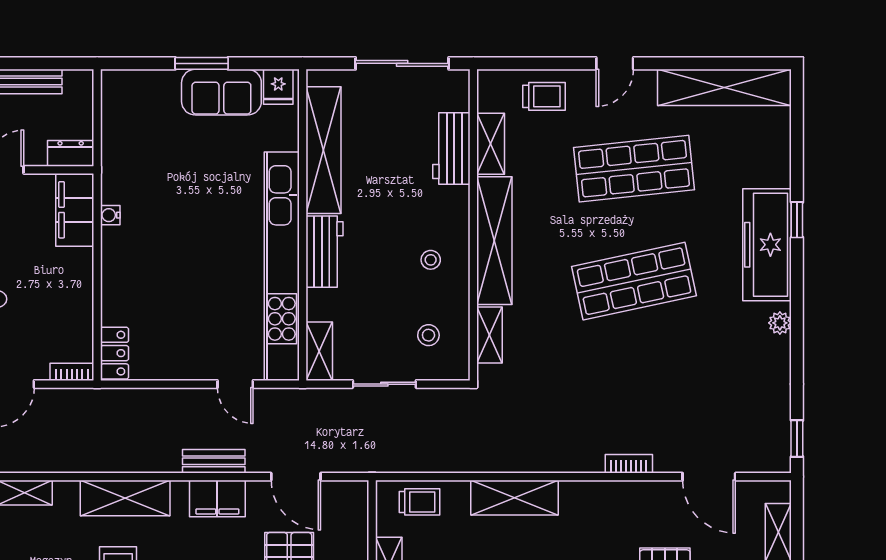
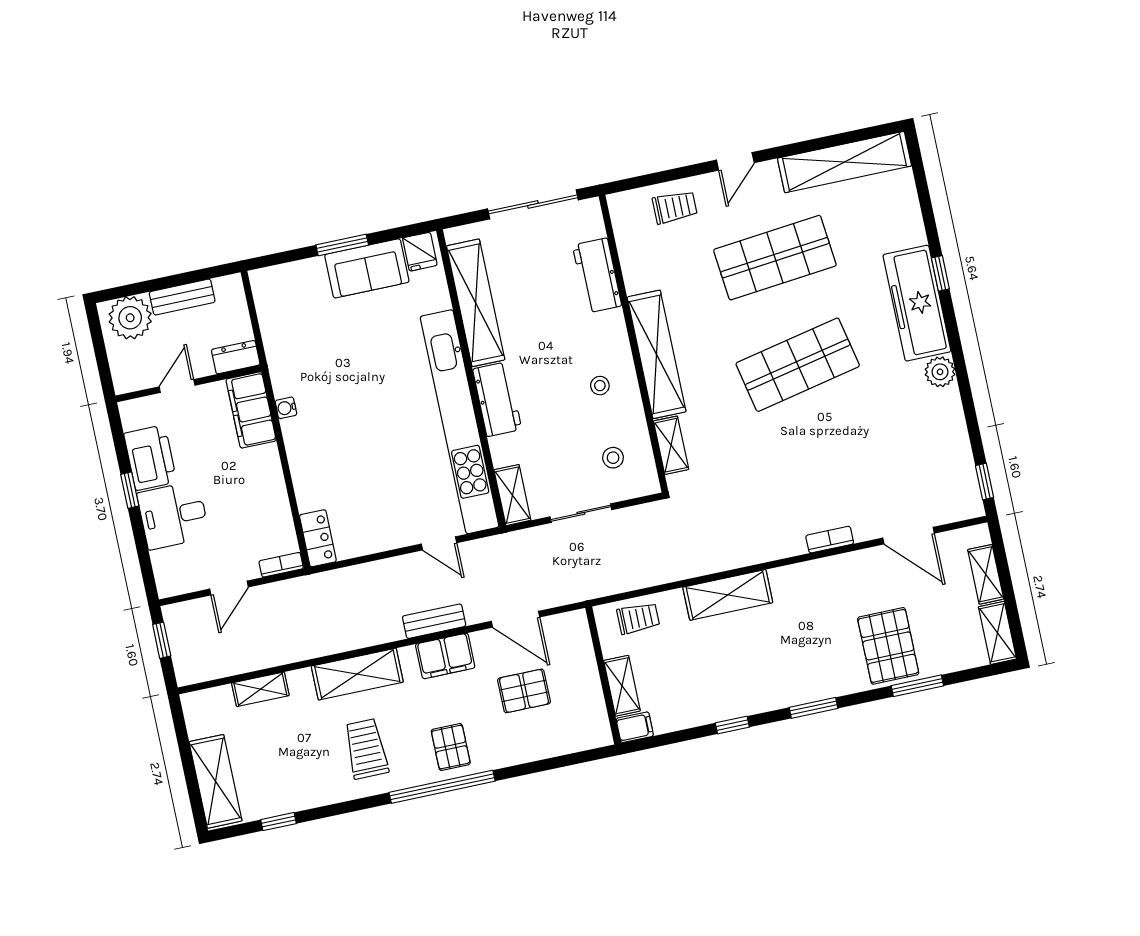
shelving: (491, 144) -> (633, 263), removed
plant: (780, 323) -> (940, 372), width x1.38, depth x1.38

